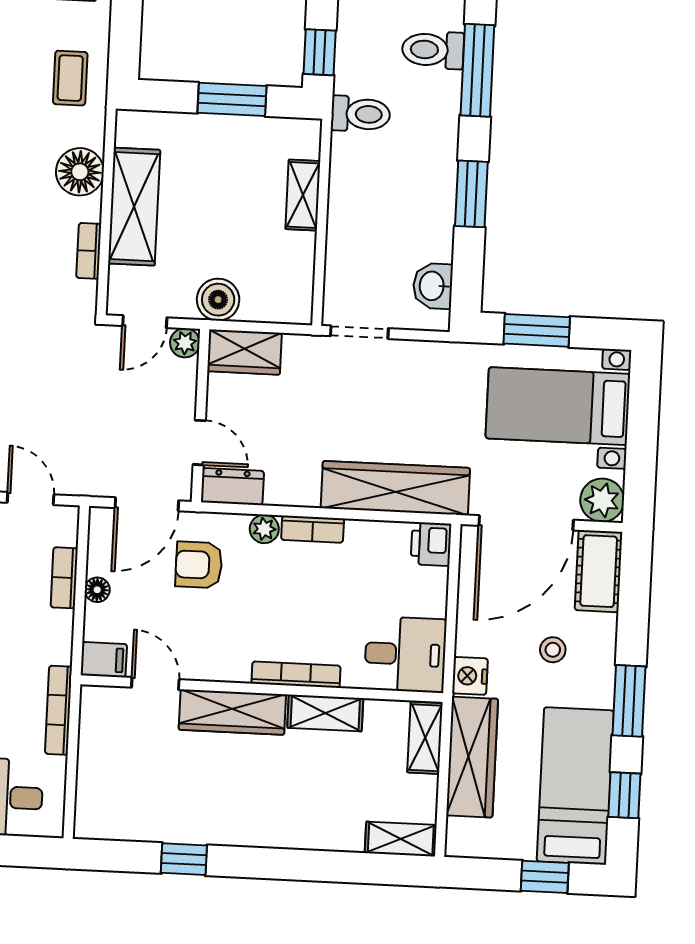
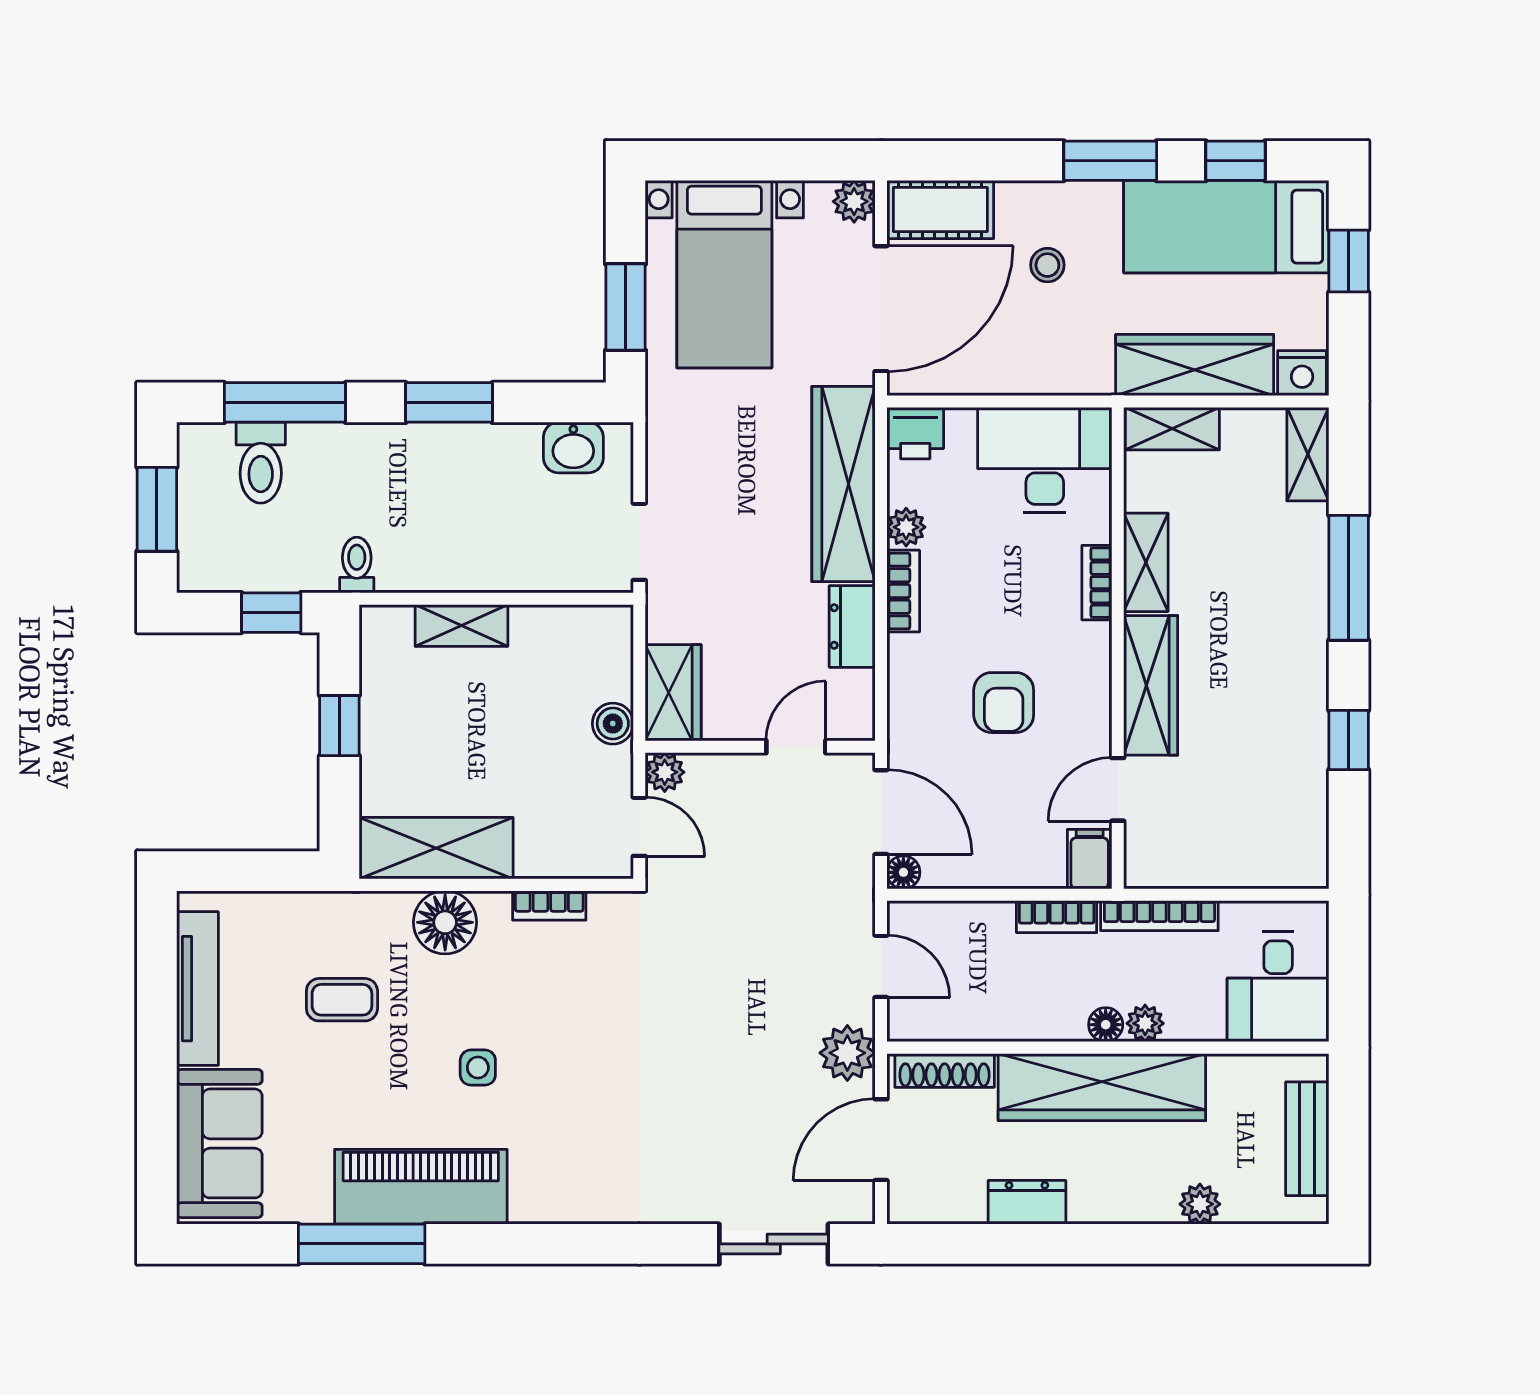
coffee table: (70, 78) -> (342, 1000), moved
window: (232, 99) -> (339, 726), width x0.67
toilet: (361, 114) -> (357, 565), width x0.73, depth x0.72
shelving: (134, 207) -> (436, 848), moved
boiler: (218, 300) -> (613, 724), width x0.73, depth x0.73
dresser: (232, 487) -> (852, 626), moved
door: (31, 499) -> (881, 966), swing flipped
plant: (602, 500) -> (854, 201), width x0.73, depth x0.73
door: (526, 523) -> (881, 309), hinge flipped
plant: (264, 529) -> (906, 527), moved
armchair: (199, 565) -> (1004, 703), moved
bookcase: (64, 578) -> (1057, 917), moved
floor lamp: (97, 590) -> (903, 872), moved
desk: (405, 654) -> (1045, 460), width x1.37
bookcase: (296, 675) -> (1097, 583), width x0.64
nightstand: (470, 676) -> (1302, 373), moved
window: (306, 865) -> (1349, 578), added

